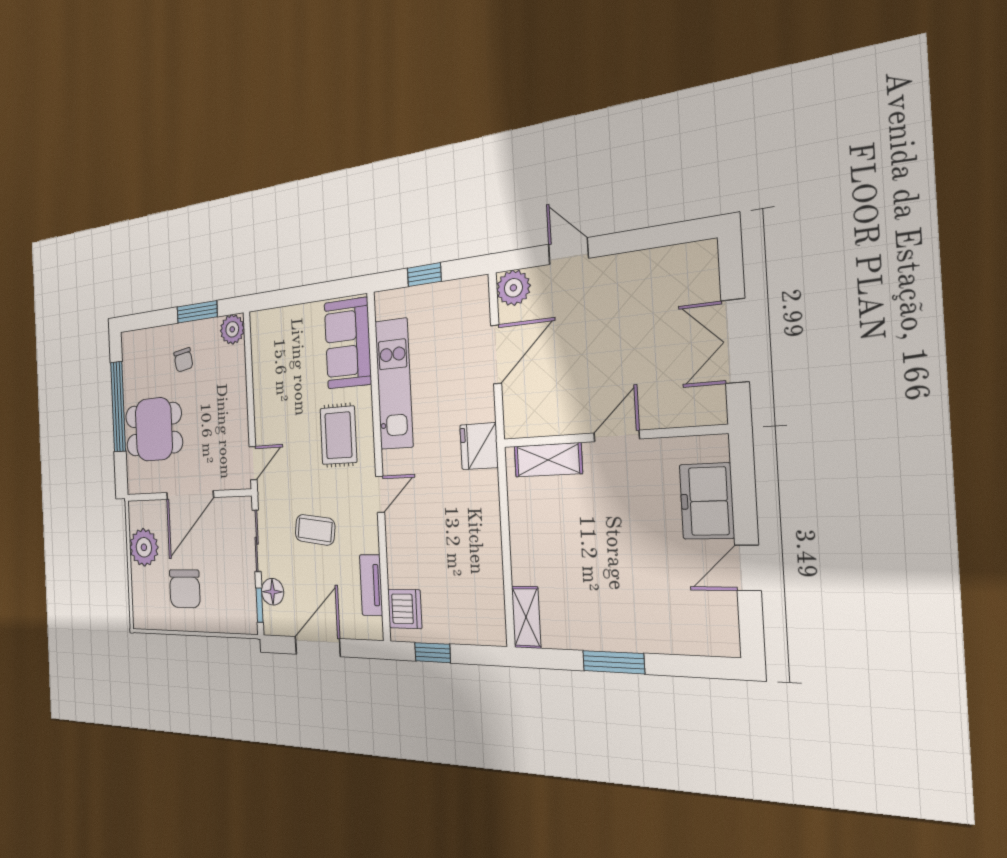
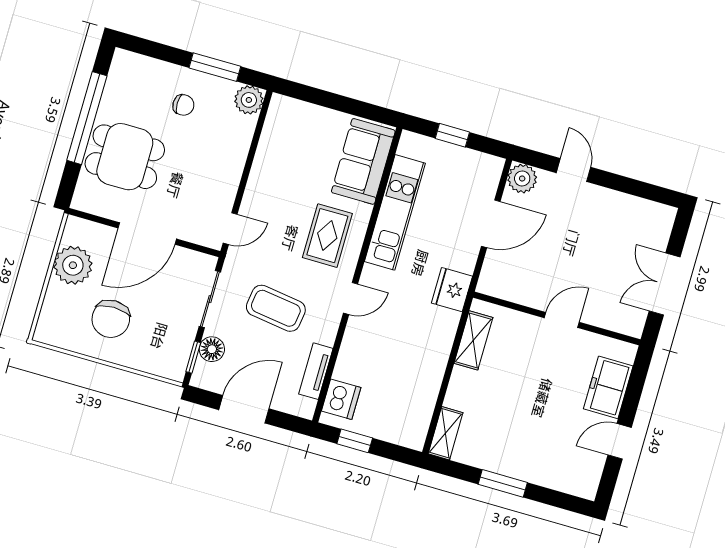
chair: (183, 360) -> (183, 105), turned -81
shelving: (548, 460) -> (473, 340), moved, turned 90
coffee table: (315, 530) -> (276, 308), width x1.36, depth x1.30

